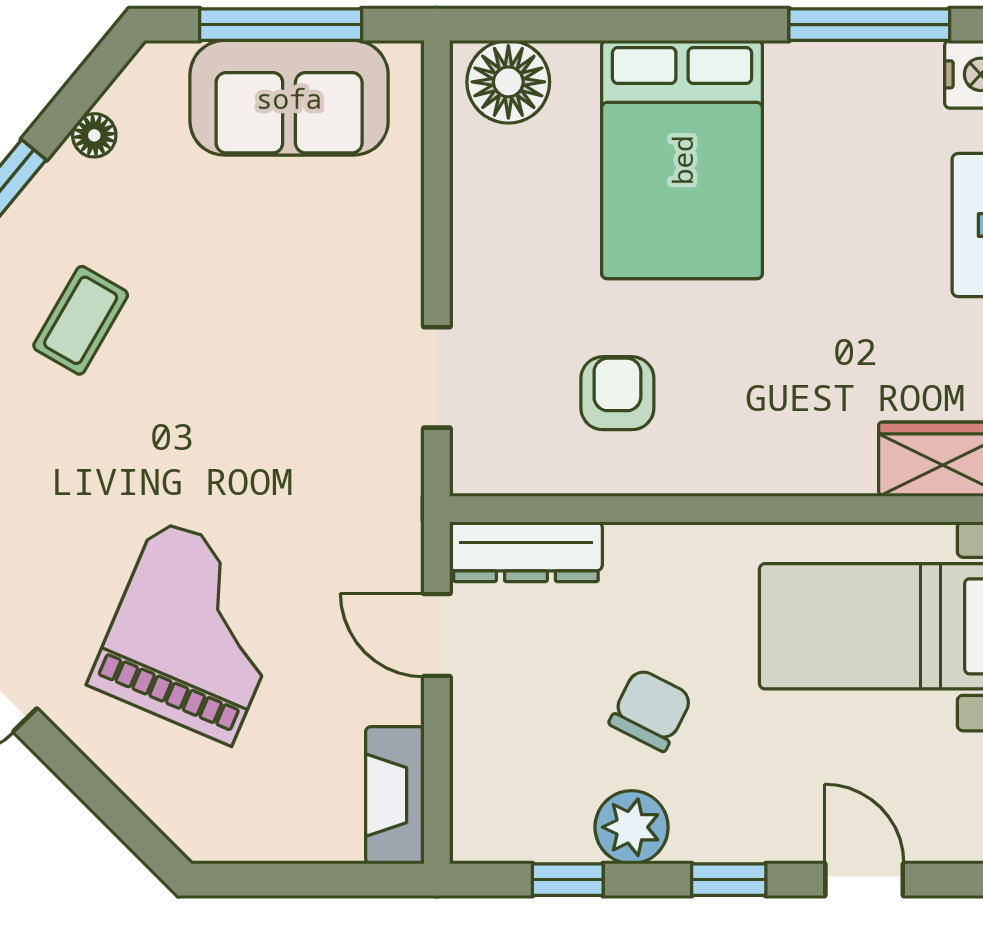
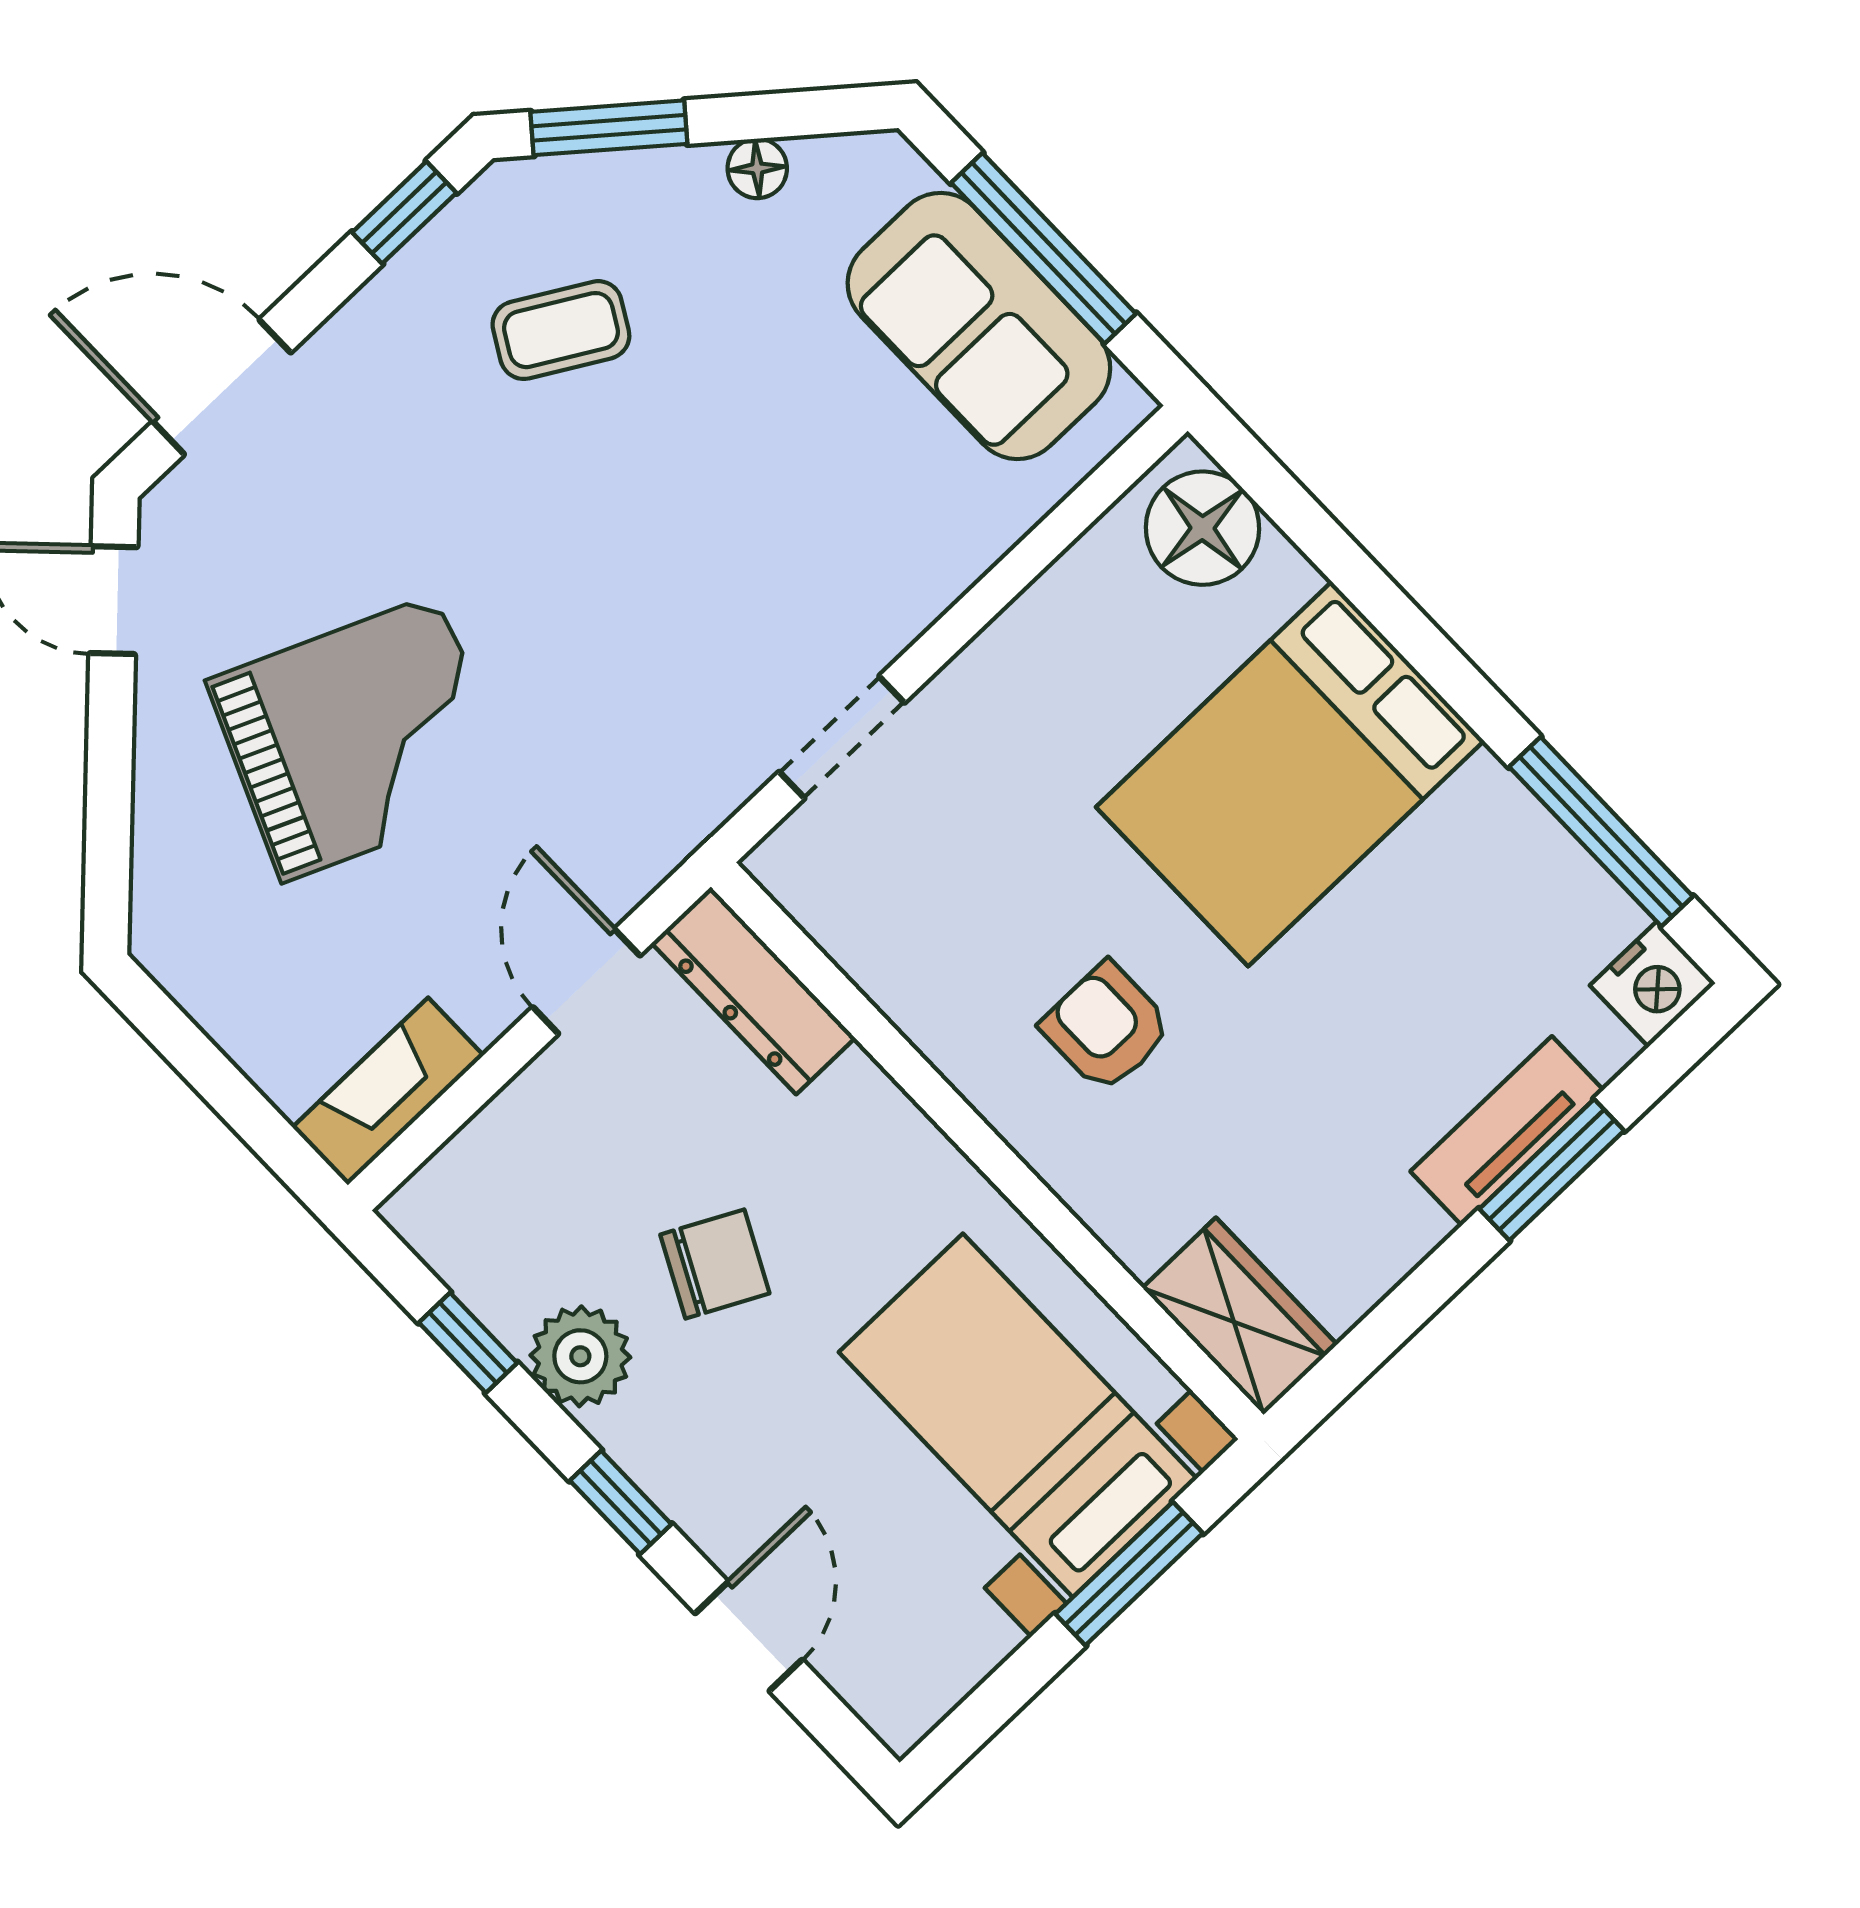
armchair: (617, 393) -> (1106, 1027), moved, turned -90

